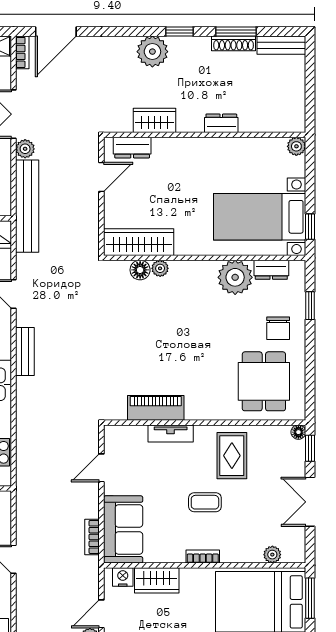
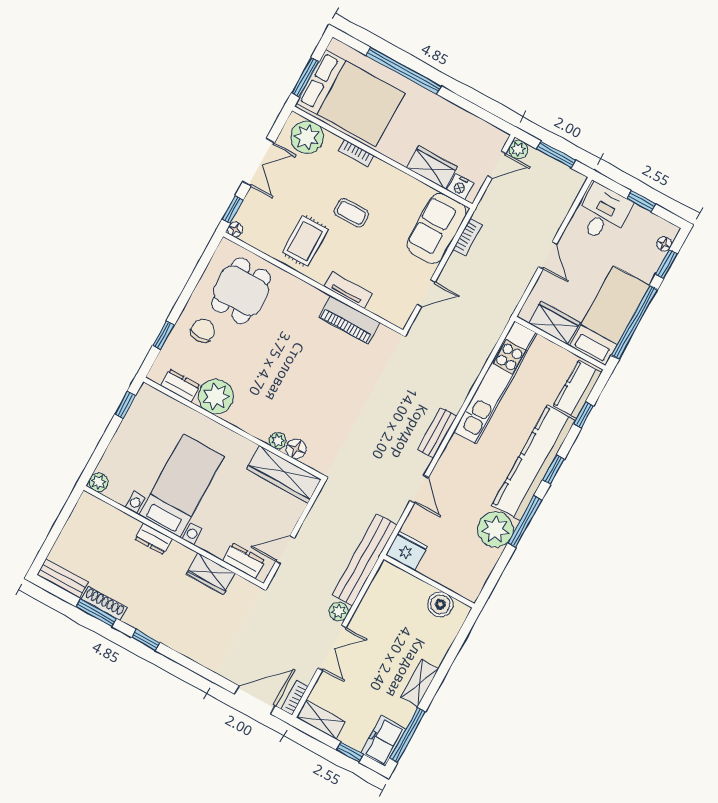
plant: (152, 52) -> (179, 635), removed
bed with nightstands: (260, 217) -> (181, 486), moved, turned -90
plant: (272, 555) -> (307, 137), width x1.88, depth x1.88
bookcase: (203, 557) -> (356, 153), moved

